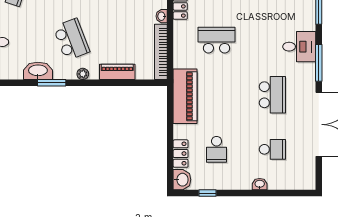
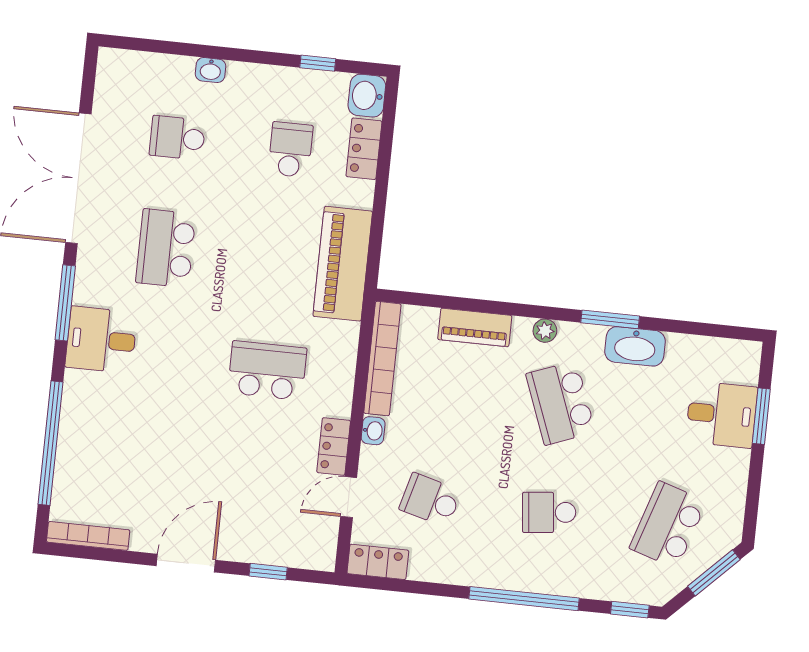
school desk: (217, 40) -> (267, 371), turned 180

